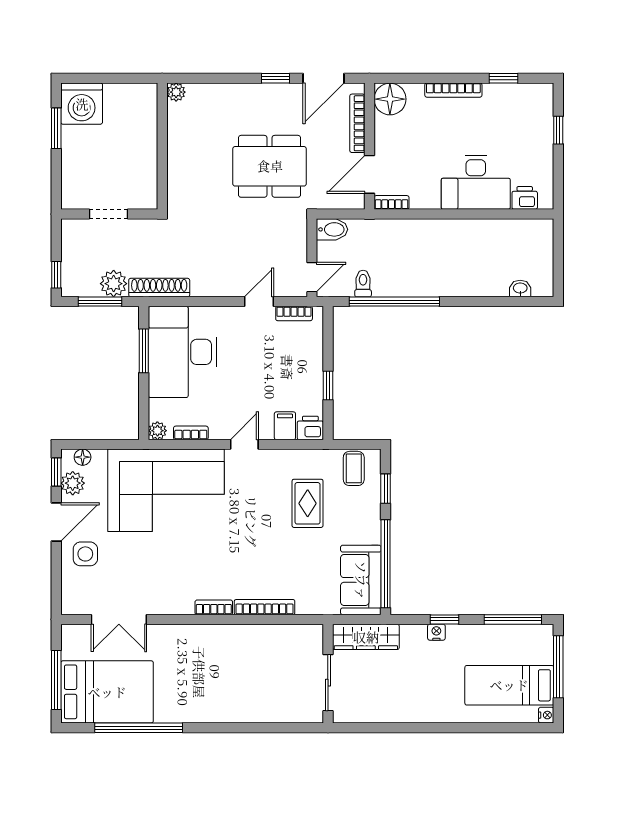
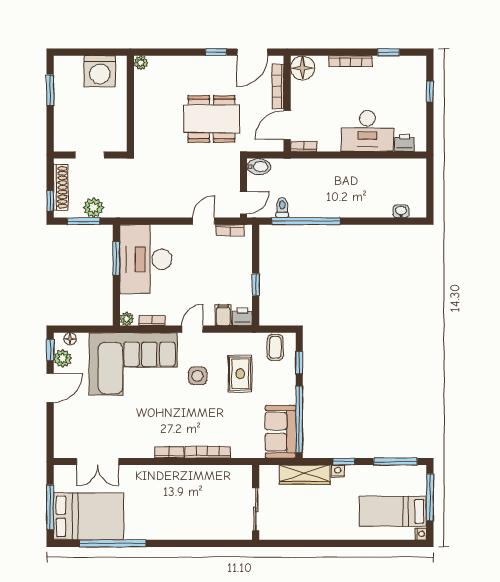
washing machine: (82, 104) -> (100, 71), moved
shoe rack: (159, 288) -> (61, 187), moved, turned 90
side table: (85, 554) -> (198, 376), moved
wardrobe: (366, 637) -> (305, 475), moved

